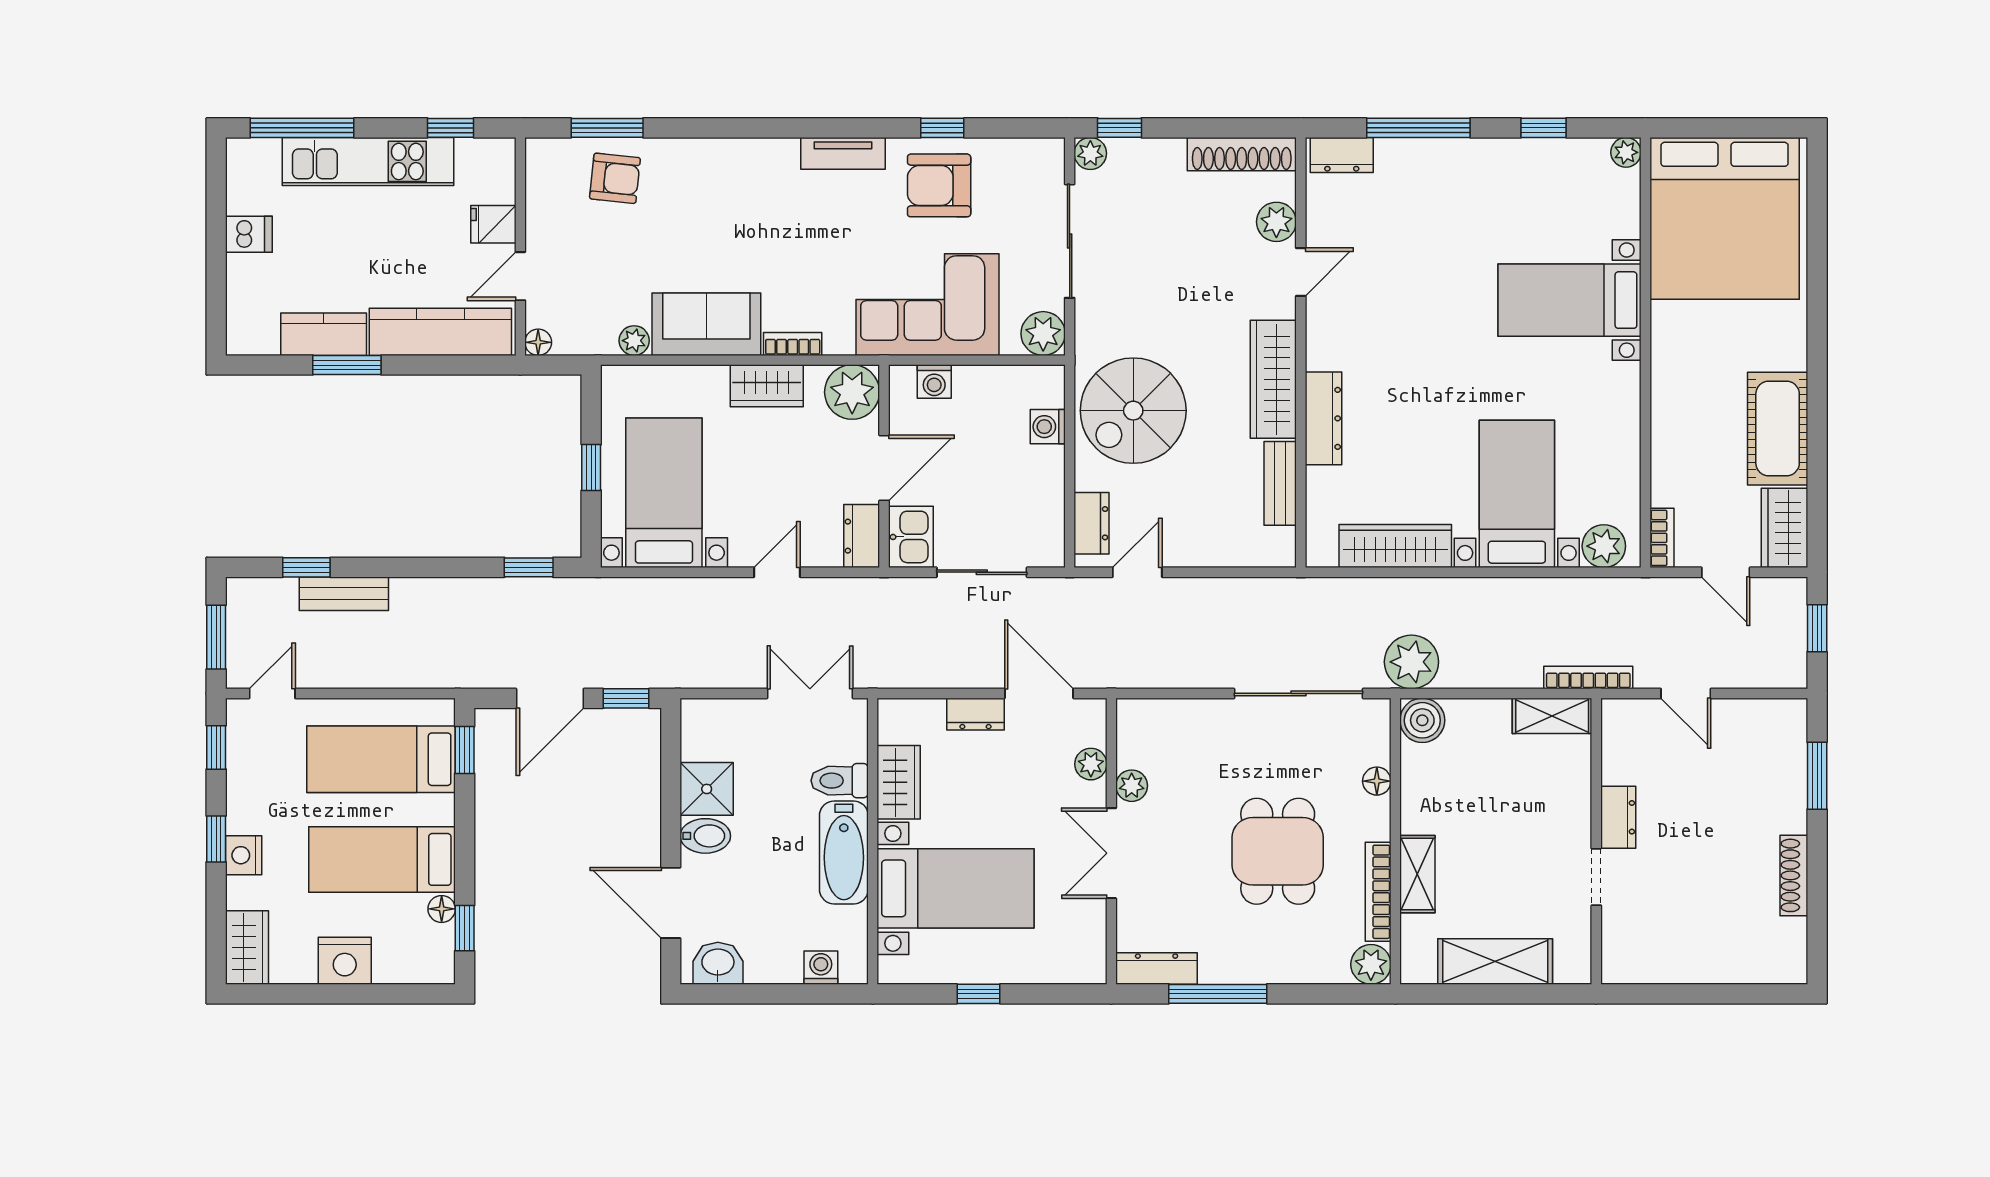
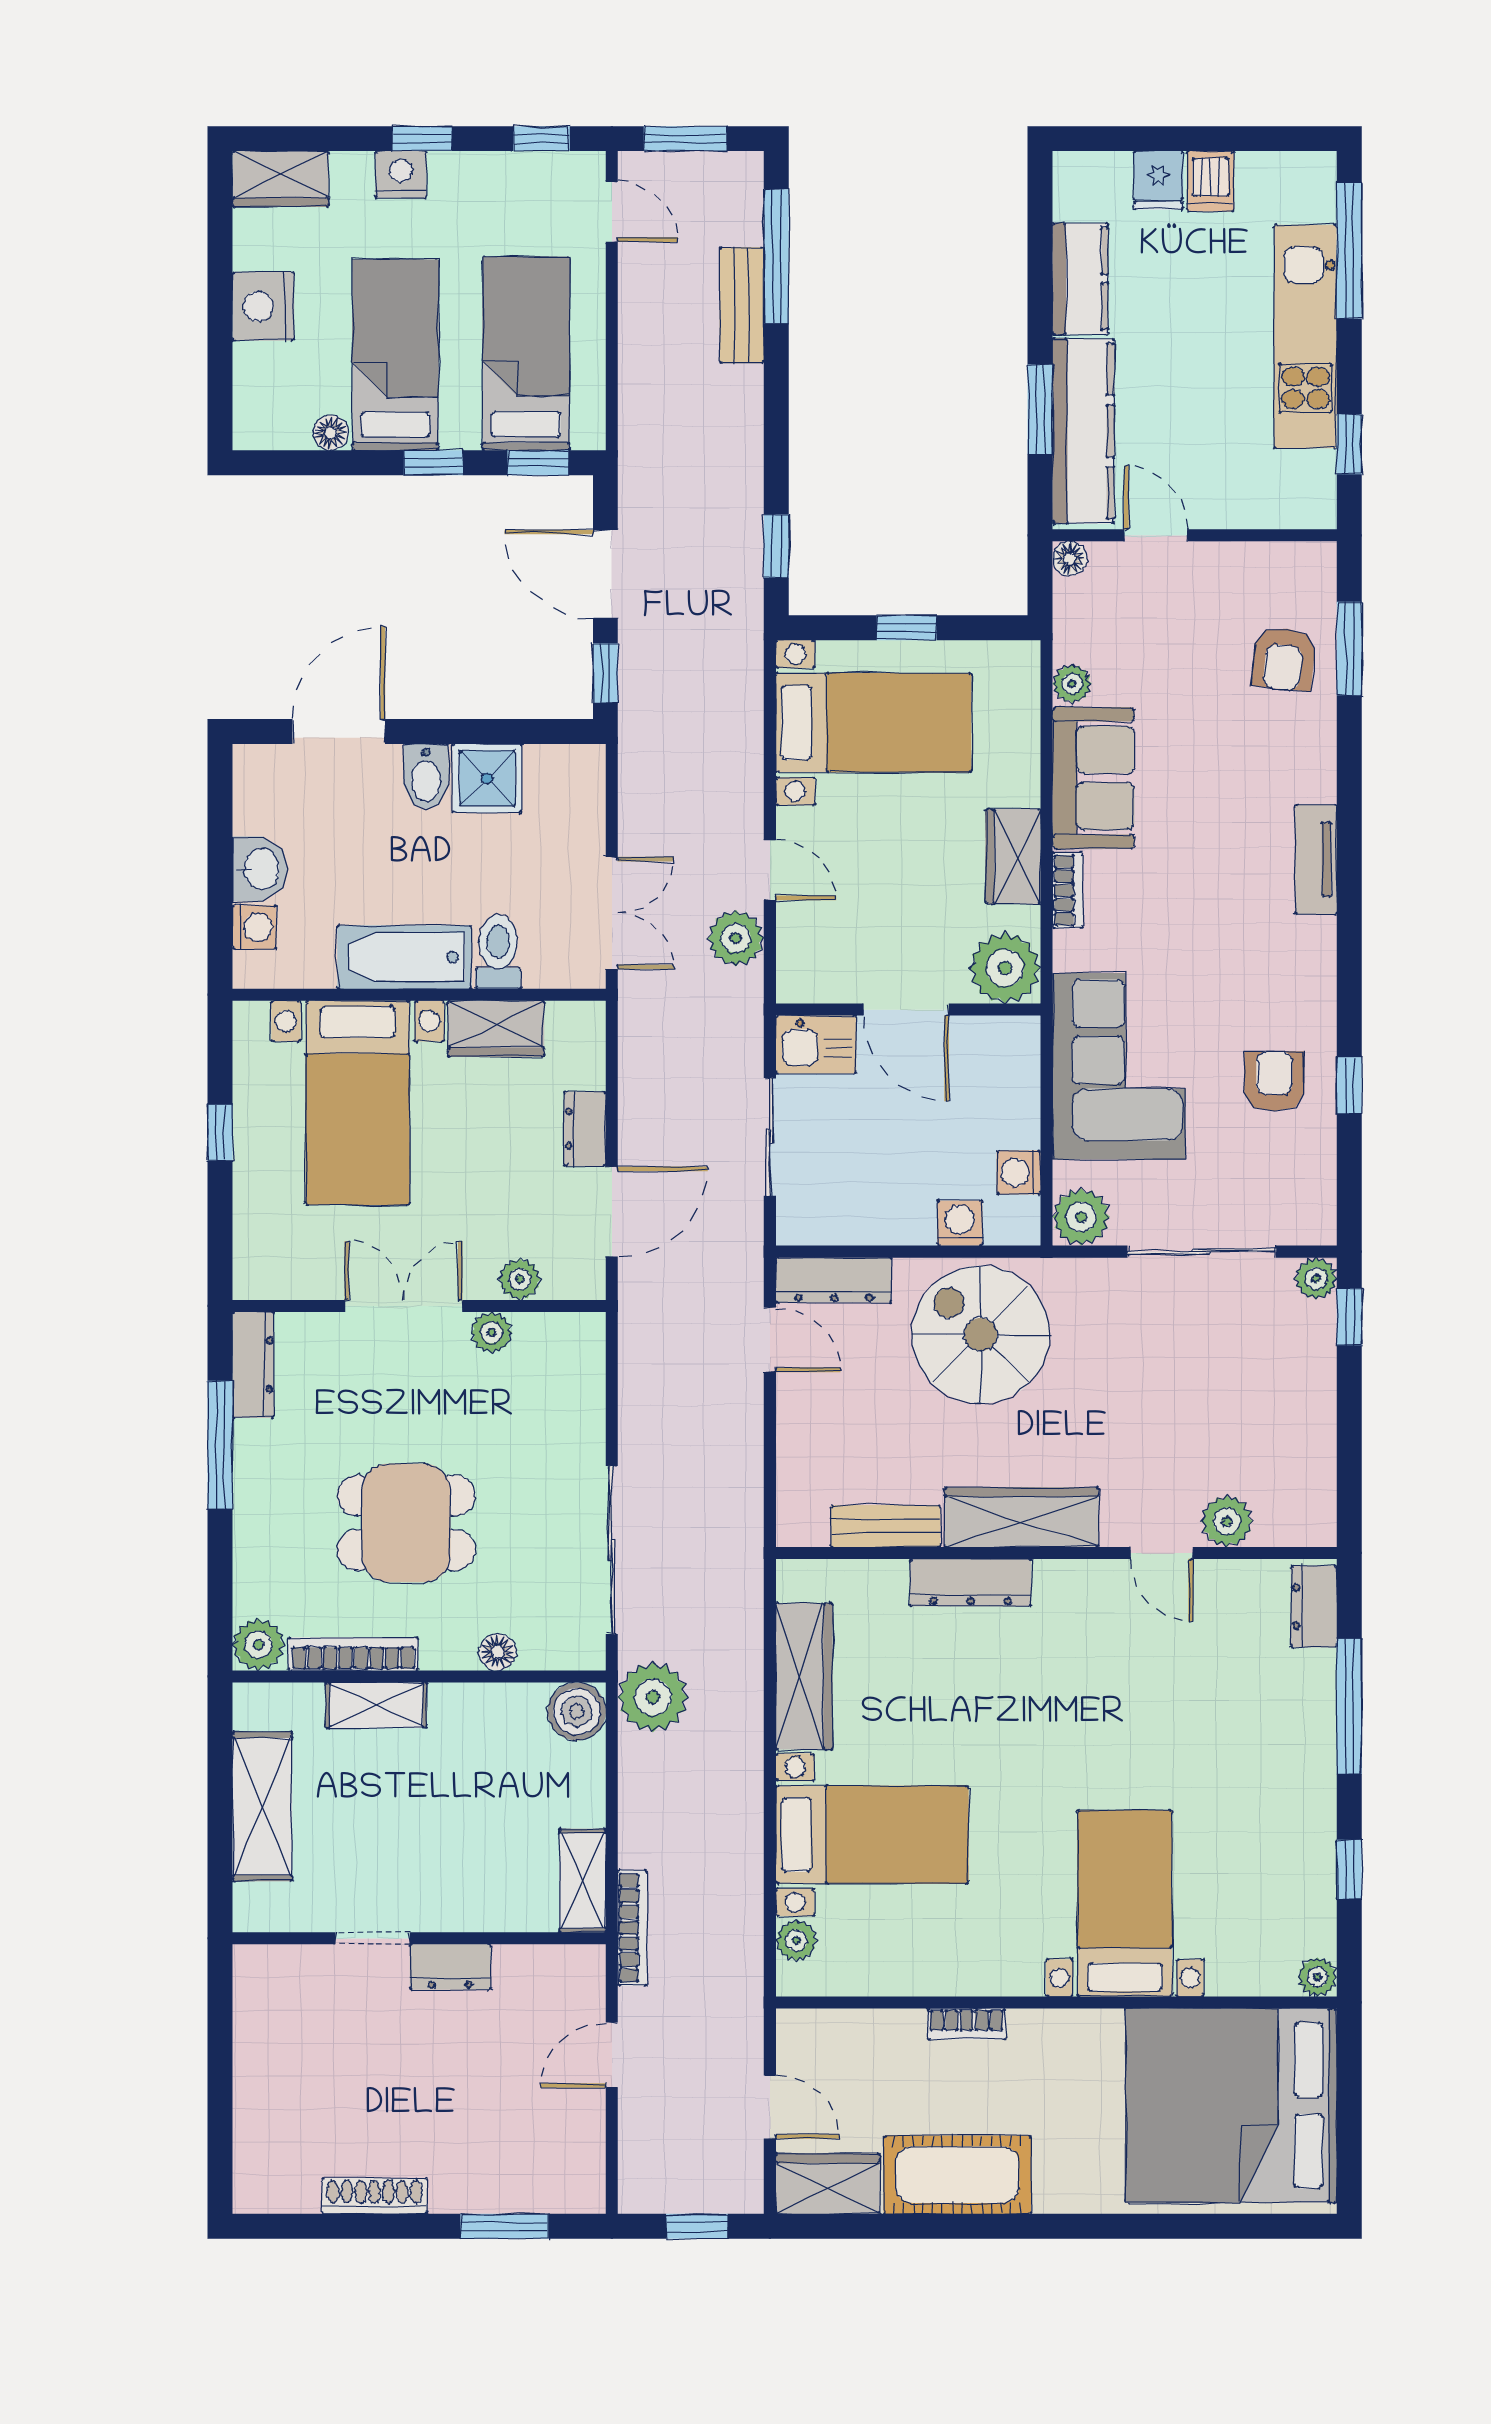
tv unit: (843, 153) -> (1316, 860), moved
shoe rack: (1242, 154) -> (1315, 1476), removed
armchair: (939, 185) -> (1274, 1081), width x0.72, depth x0.72
fridge: (493, 224) -> (1158, 180), moved, turned 180
window: (347, 365) -> (1040, 409), moved
washing machine: (934, 381) -> (1019, 1172), moved
dresser: (1092, 523) -> (834, 1280), width x1.44
dresser: (862, 536) -> (817, 980), removed
bookcase: (1662, 538) -> (967, 2024), moved
plant: (1604, 546) -> (796, 1940), width x0.73, depth x0.73
window: (306, 567) -> (776, 256), width x2.17
door: (1726, 572) -> (770, 2107), swing flipped
plant: (829, 598) -> (736, 938), added
window: (465, 928) -> (433, 463), moved
washbasin: (718, 963) -> (260, 869), moved

